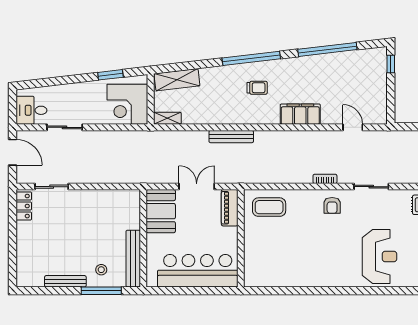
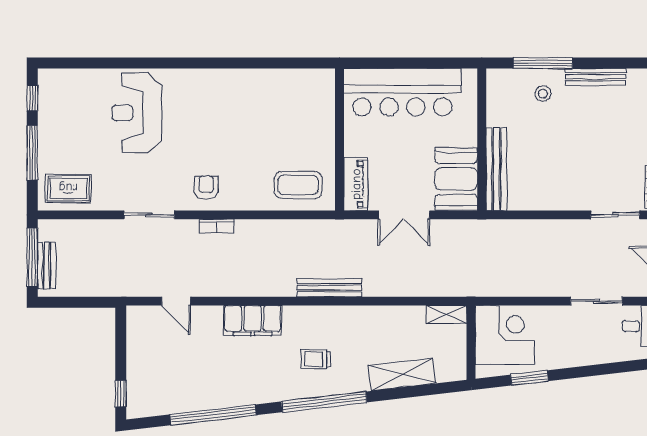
shelving: (177, 80) -> (402, 374), moved
bench: (231, 137) -> (329, 288), moved
bench: (133, 259) -> (496, 169), moved

